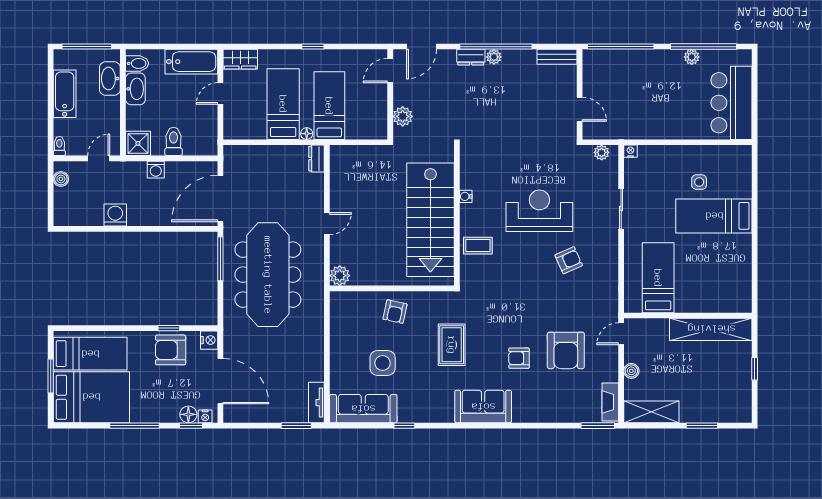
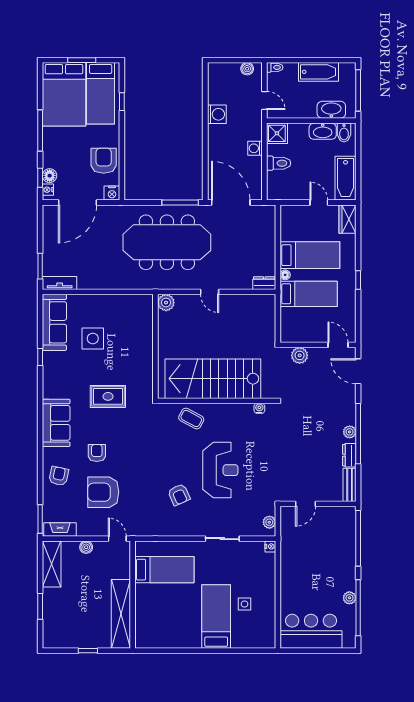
dresser: (471, 57) -> (349, 455), moved
water cooler: (466, 196) -> (259, 408), moved
coffee table: (478, 246) -> (191, 419), turned -62
armchair: (395, 312) -> (59, 476), moved, turned 90
window: (169, 328) -> (122, 102), moved

